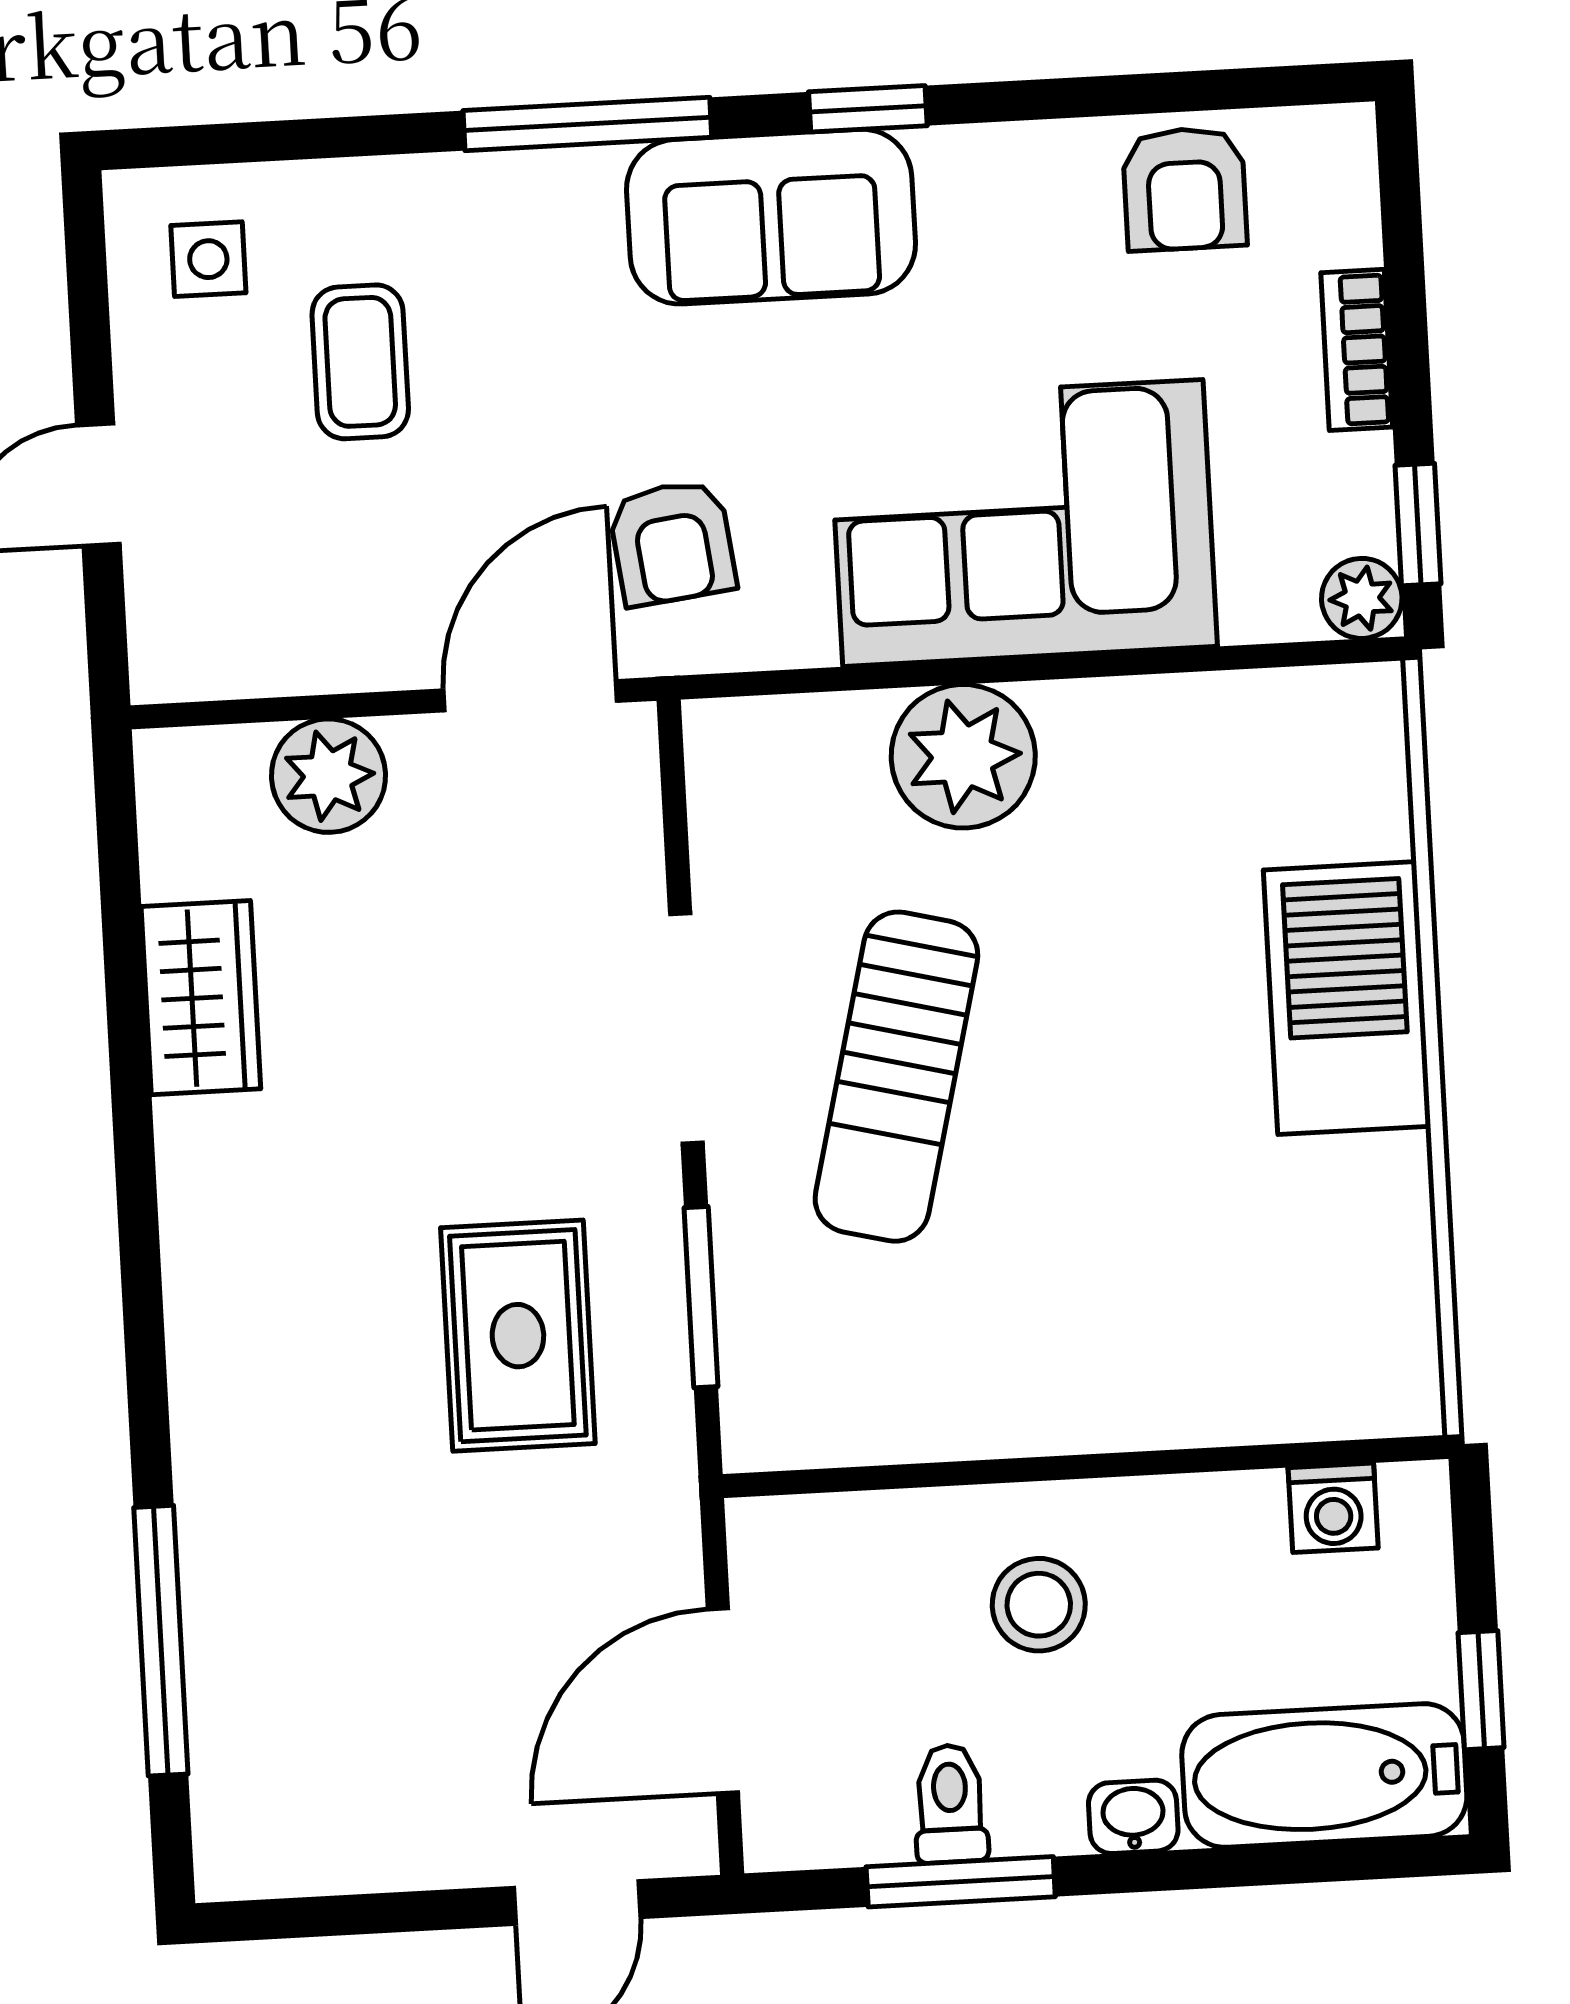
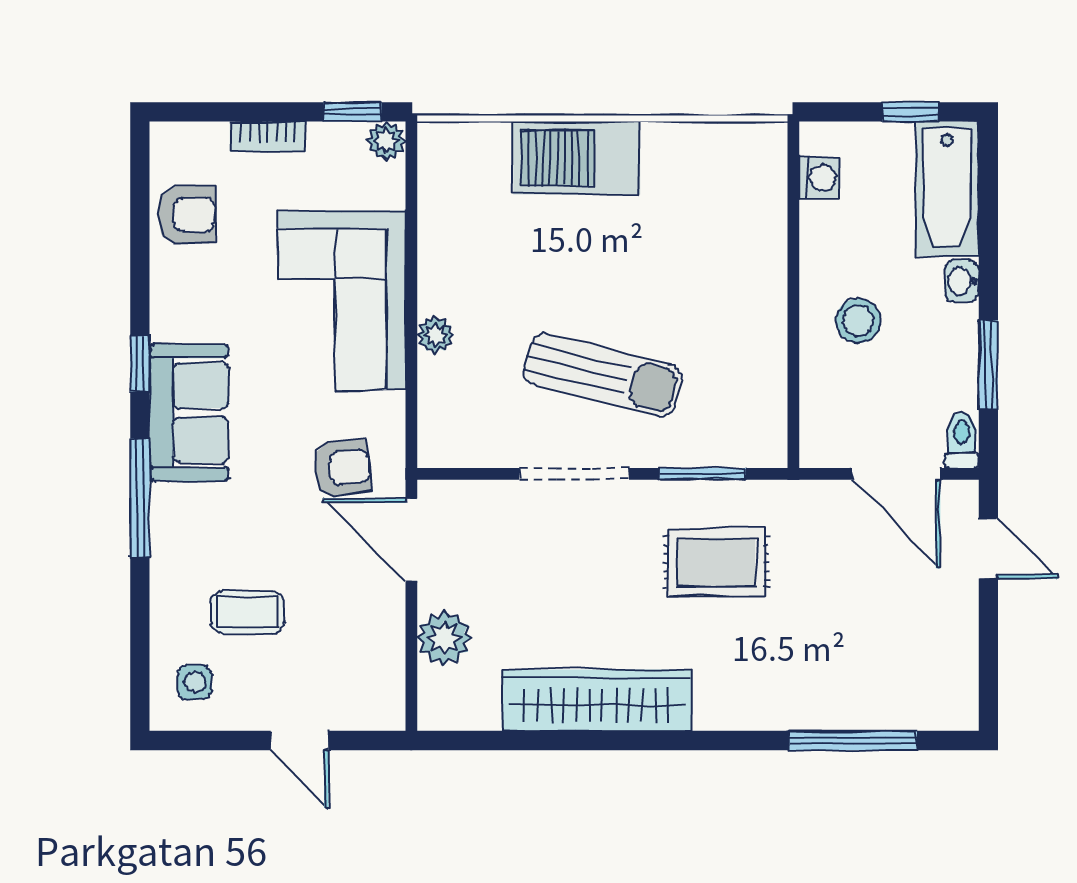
plant: (963, 756) -> (435, 335), width x0.53, depth x0.53
wardrobe: (201, 998) -> (596, 700), width x2.10, depth x1.17
toilet: (950, 1804) -> (962, 440), moved, turned 90

